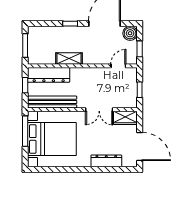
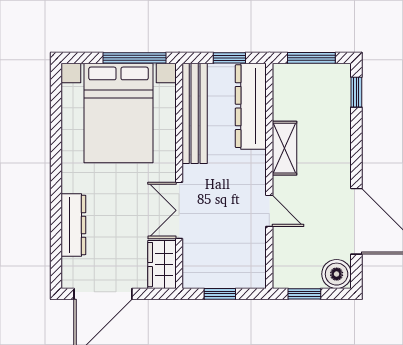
window: (70, 24) -> (356, 92), moved
door: (118, 66) -> (269, 211), moved

